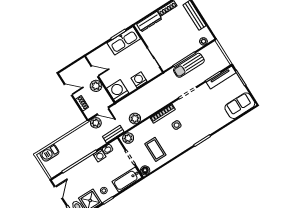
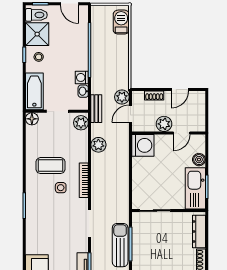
boiler: (104, 50) -> (199, 160), added
washing machine: (139, 80) -> (140, 178), removed
coffee table: (155, 149) -> (51, 166), moved

